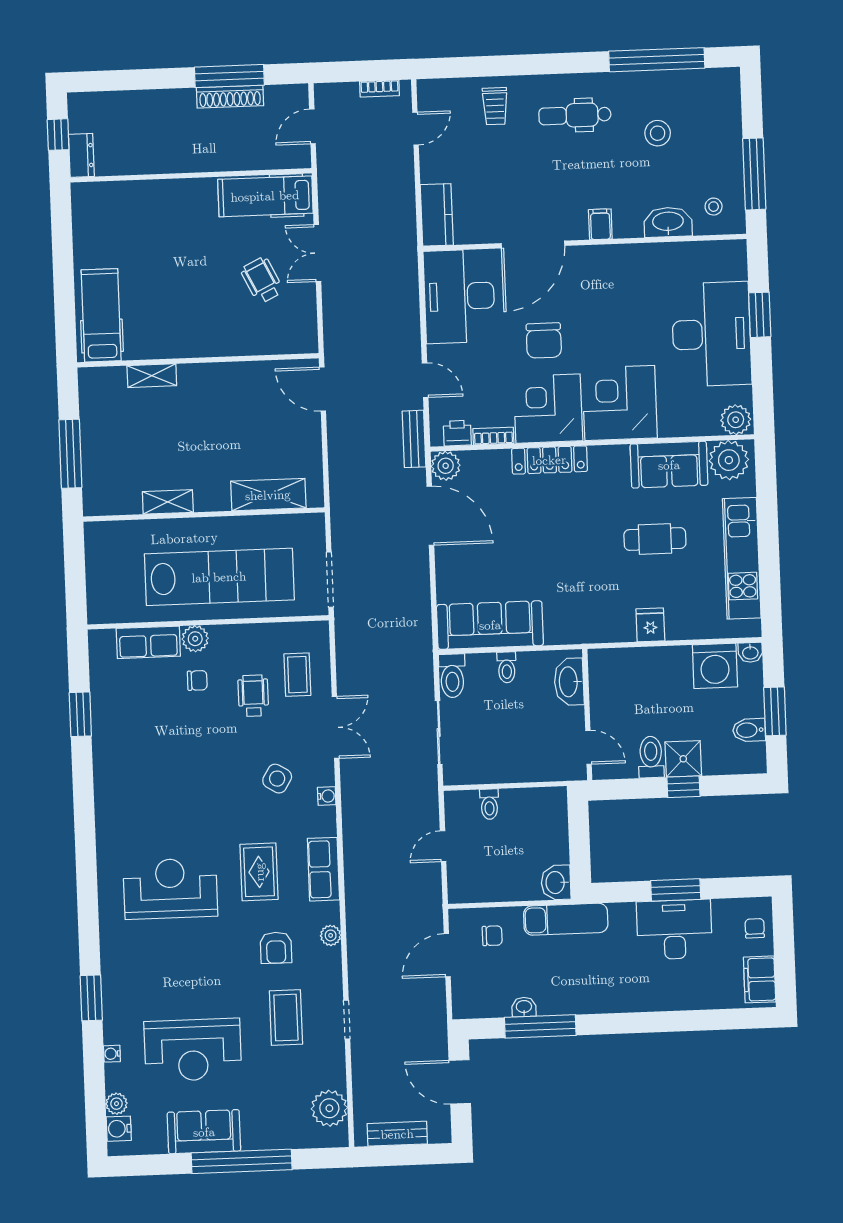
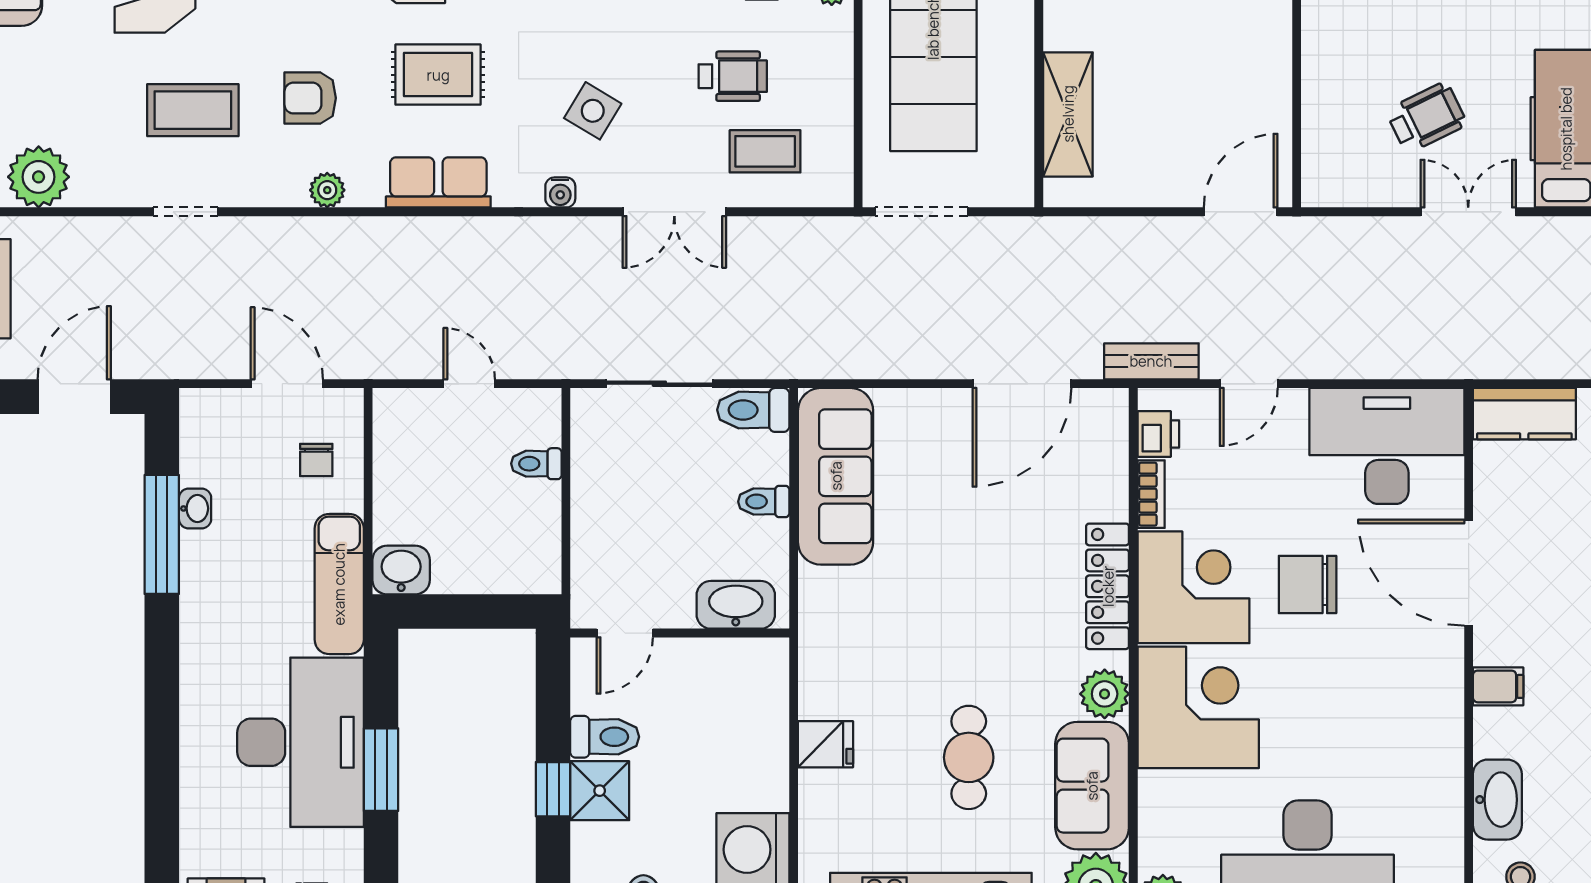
plant: (446, 466) -> (1105, 694), moved
desk: (674, 929) -> (300, 742), width x1.36, depth x1.30

